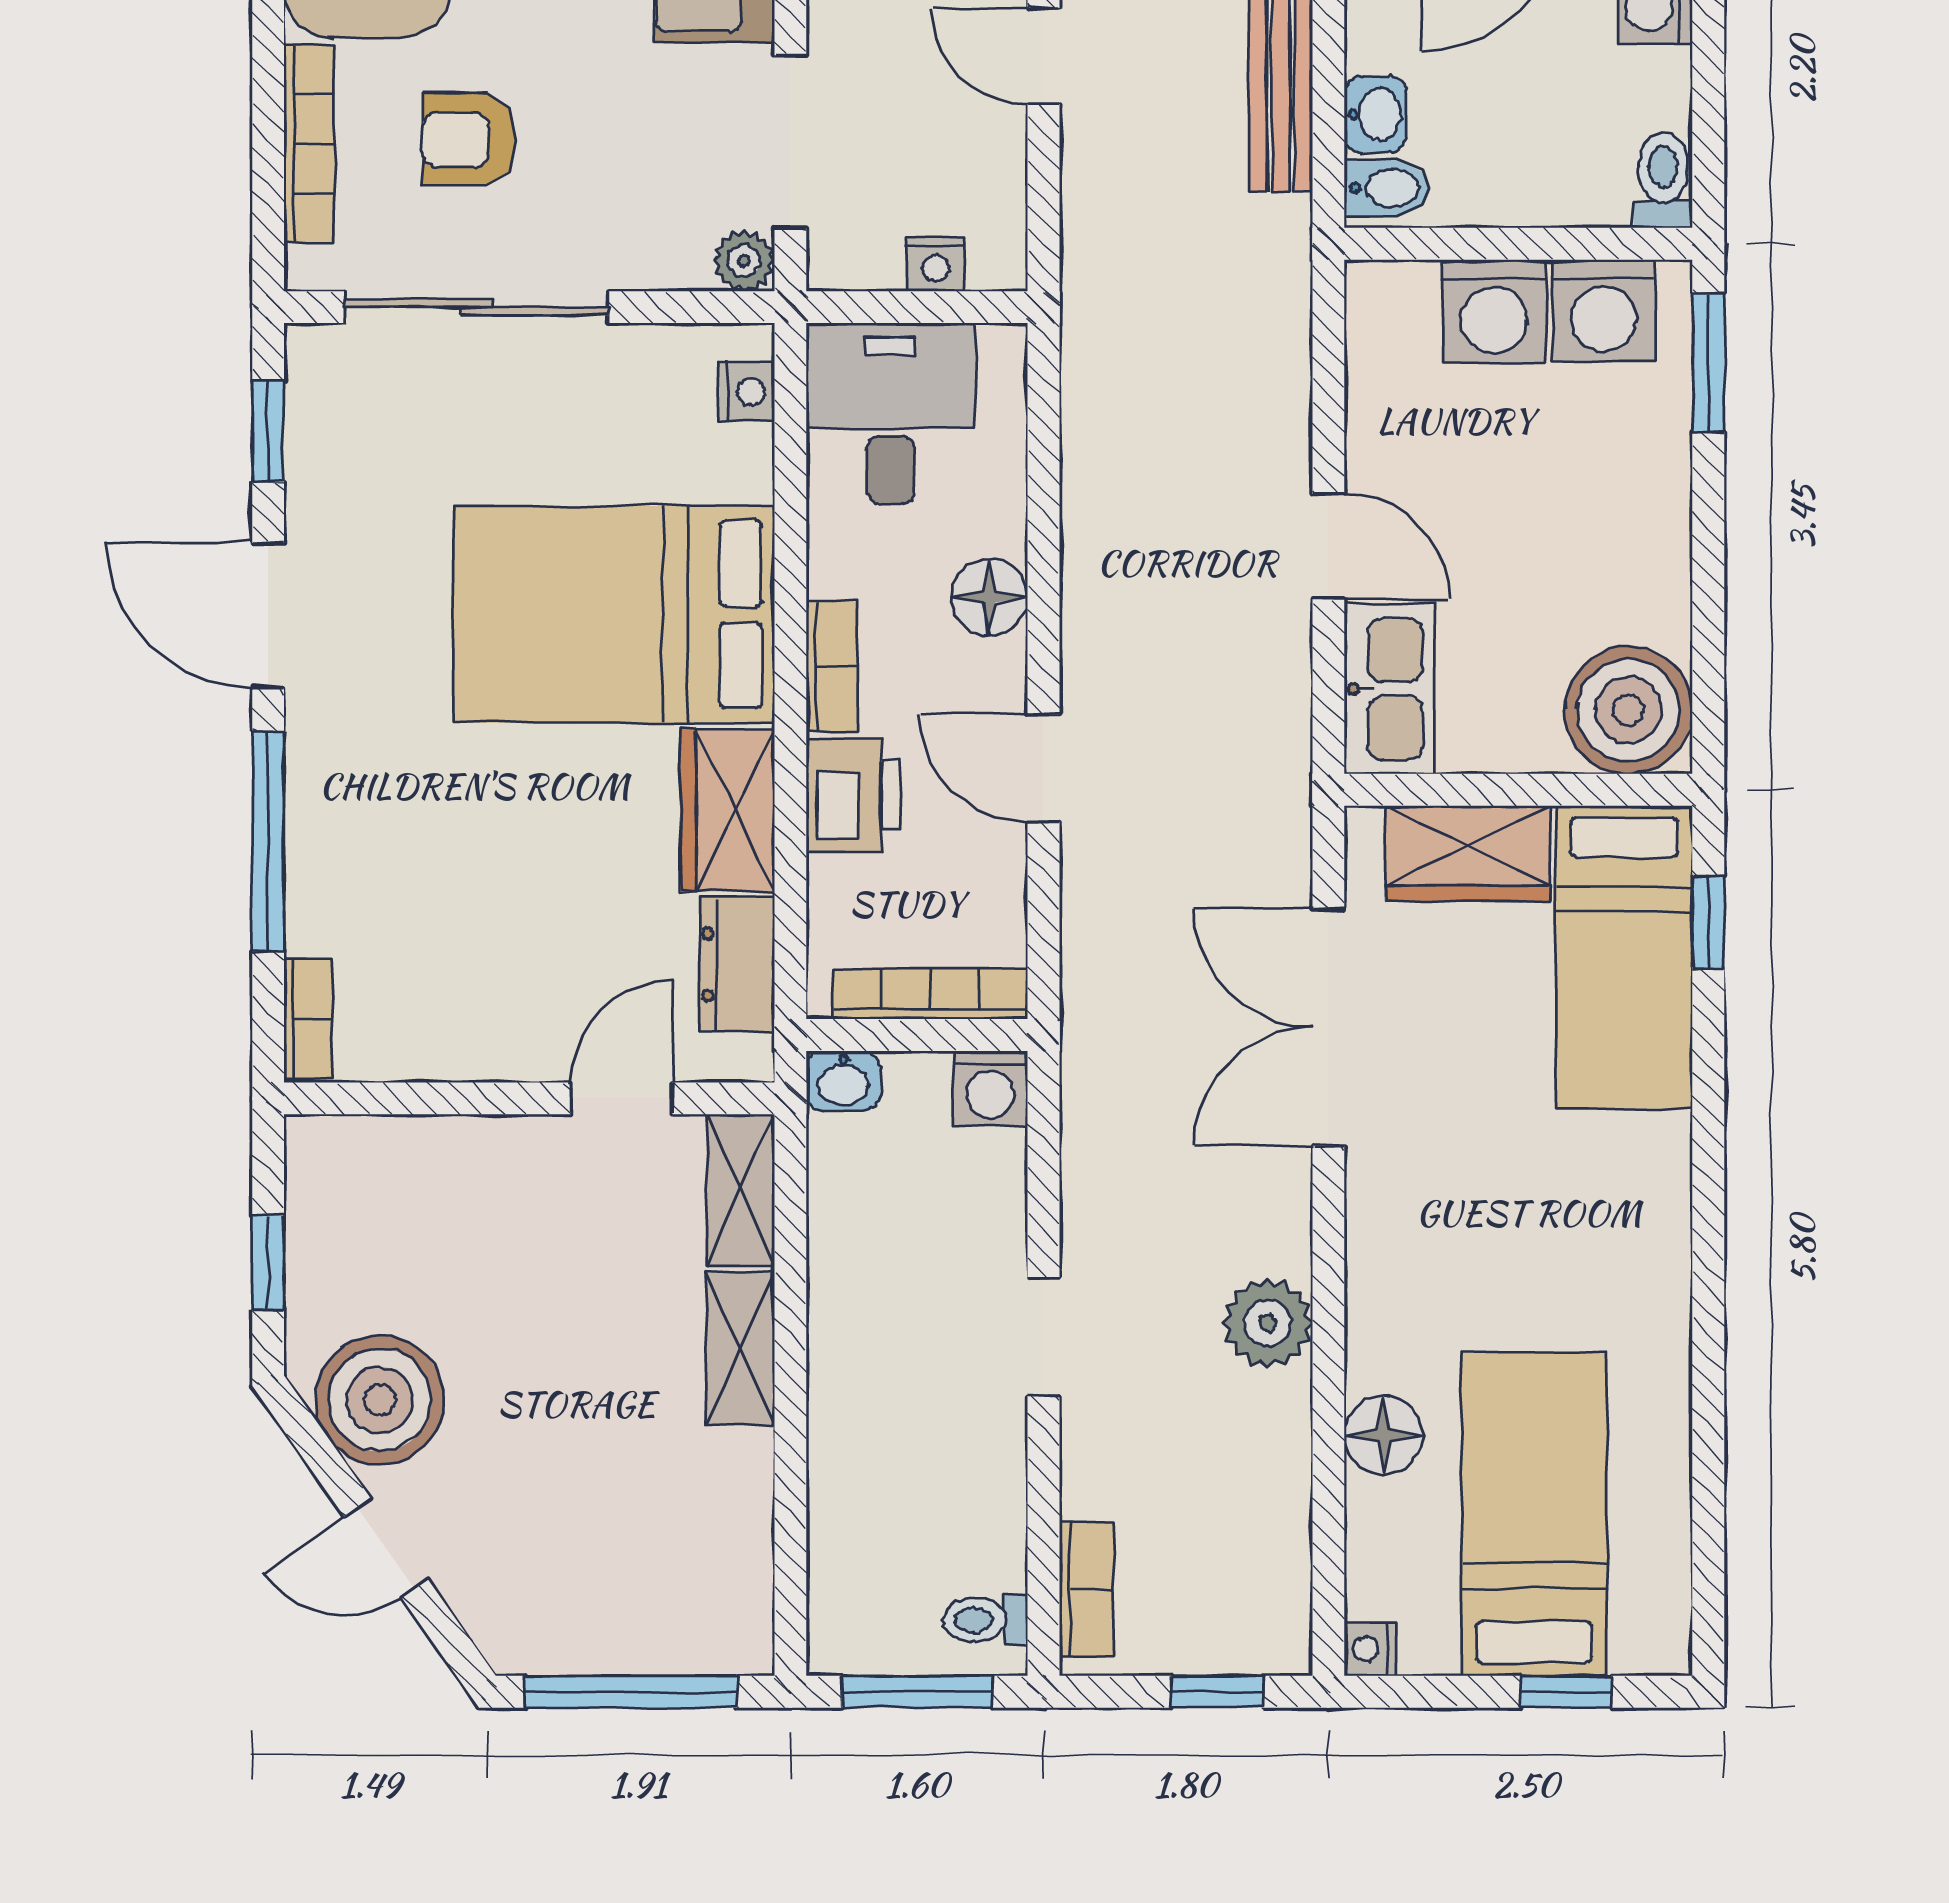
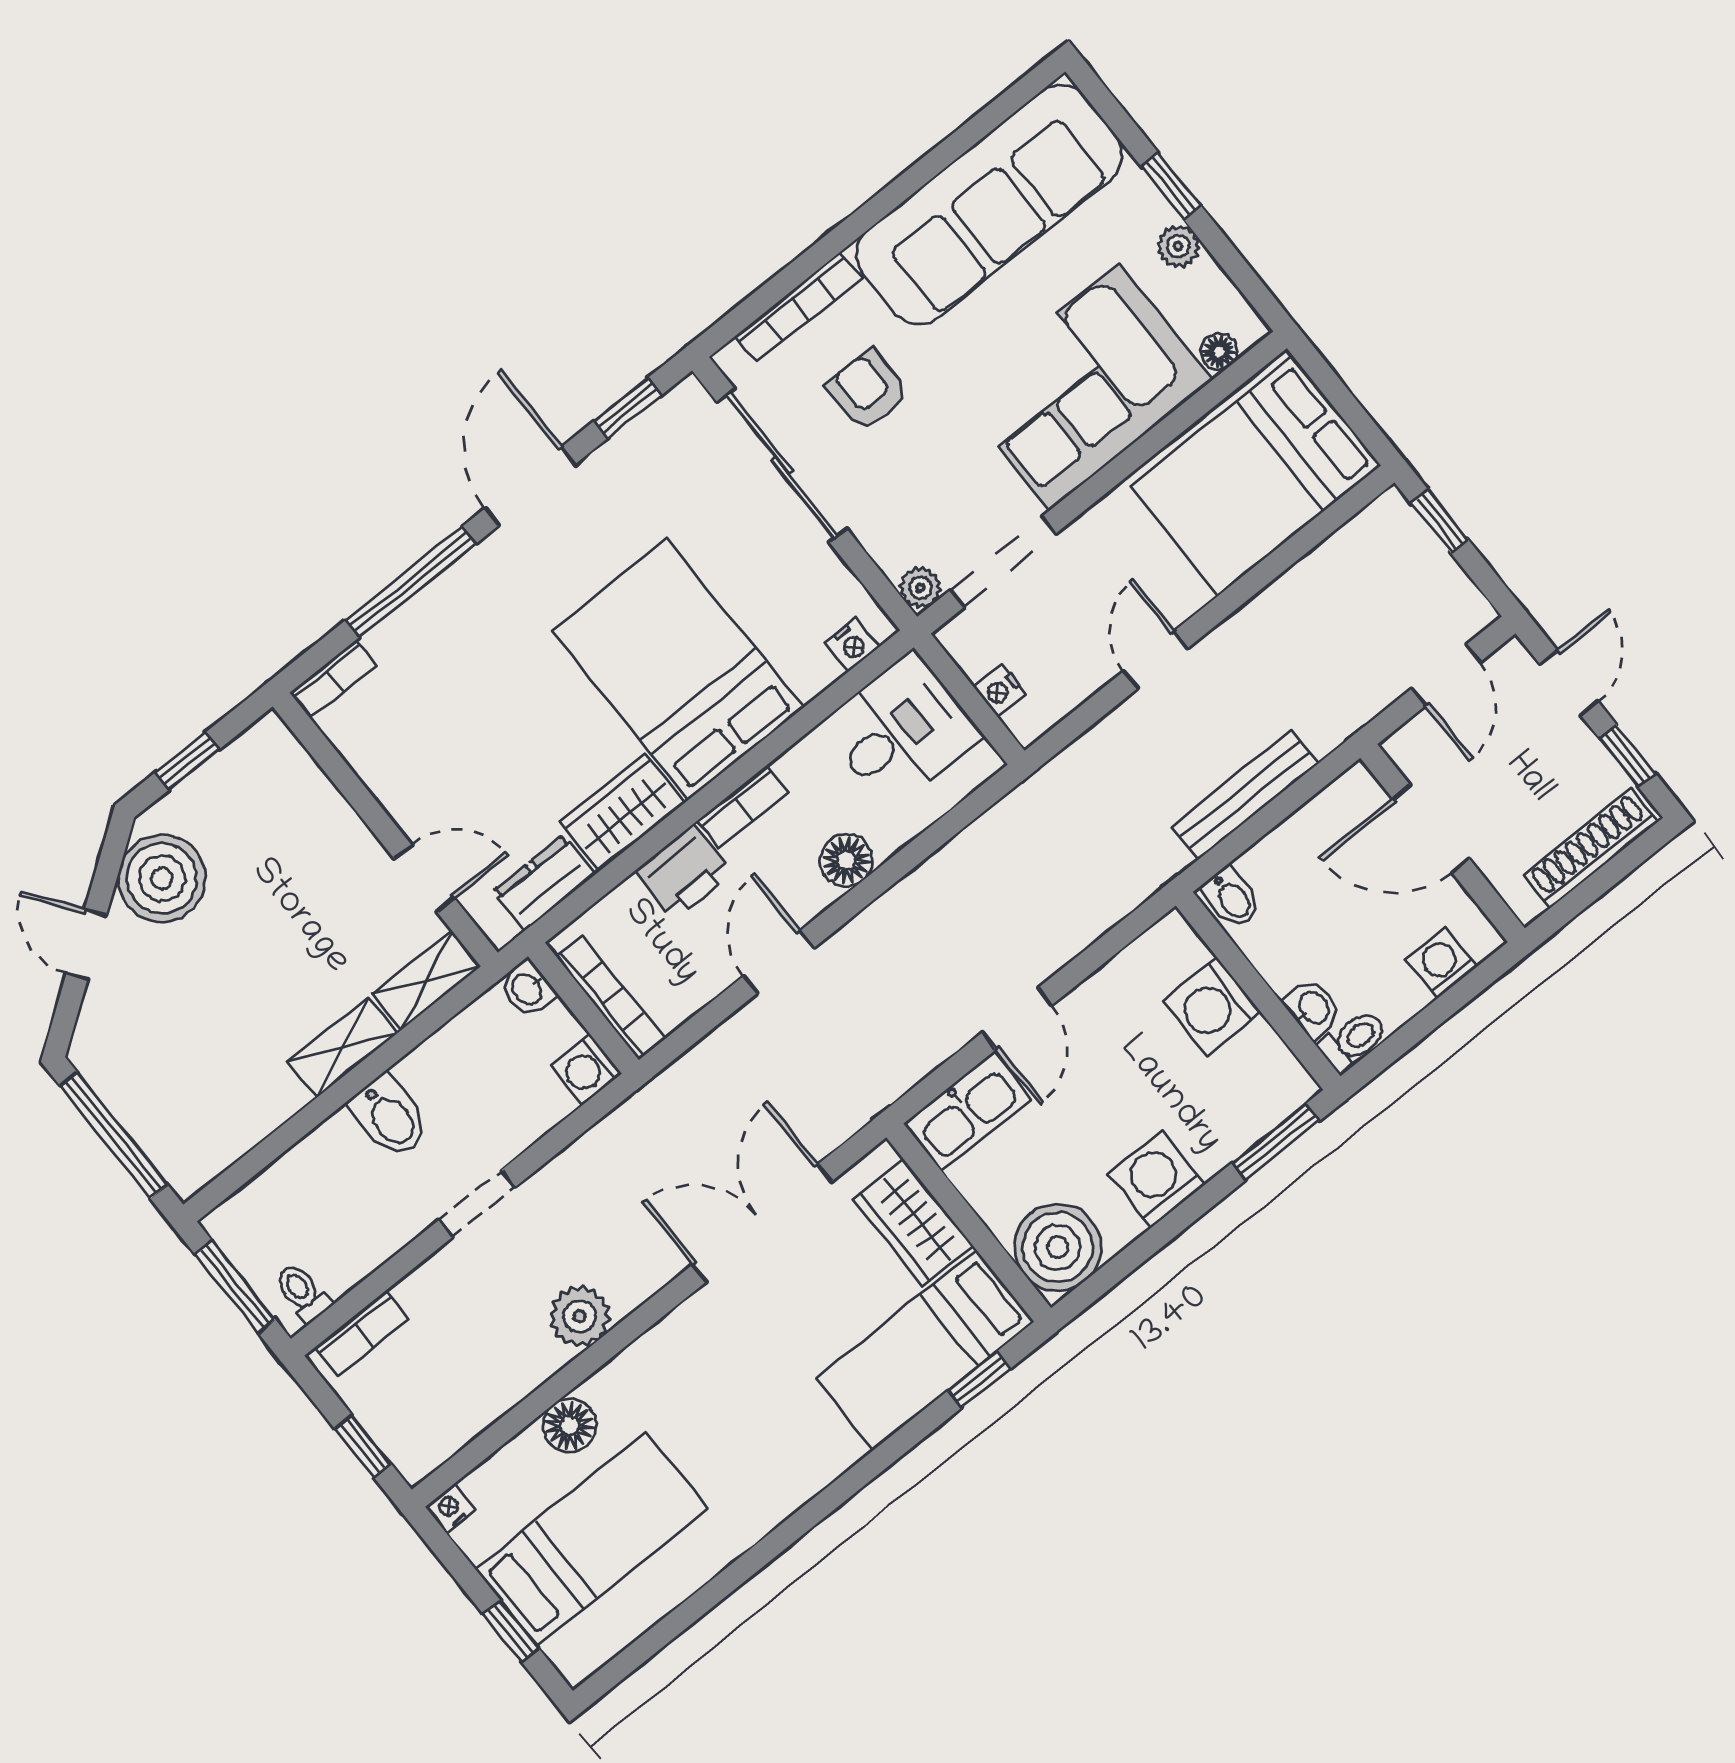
washbasin: (1375, 114) -> (1313, 1008), moved, turned -90
washing machine: (1603, 311) -> (1157, 1179), moved, turned 90
bidet: (863, 1358) -> (389, 1117), added

